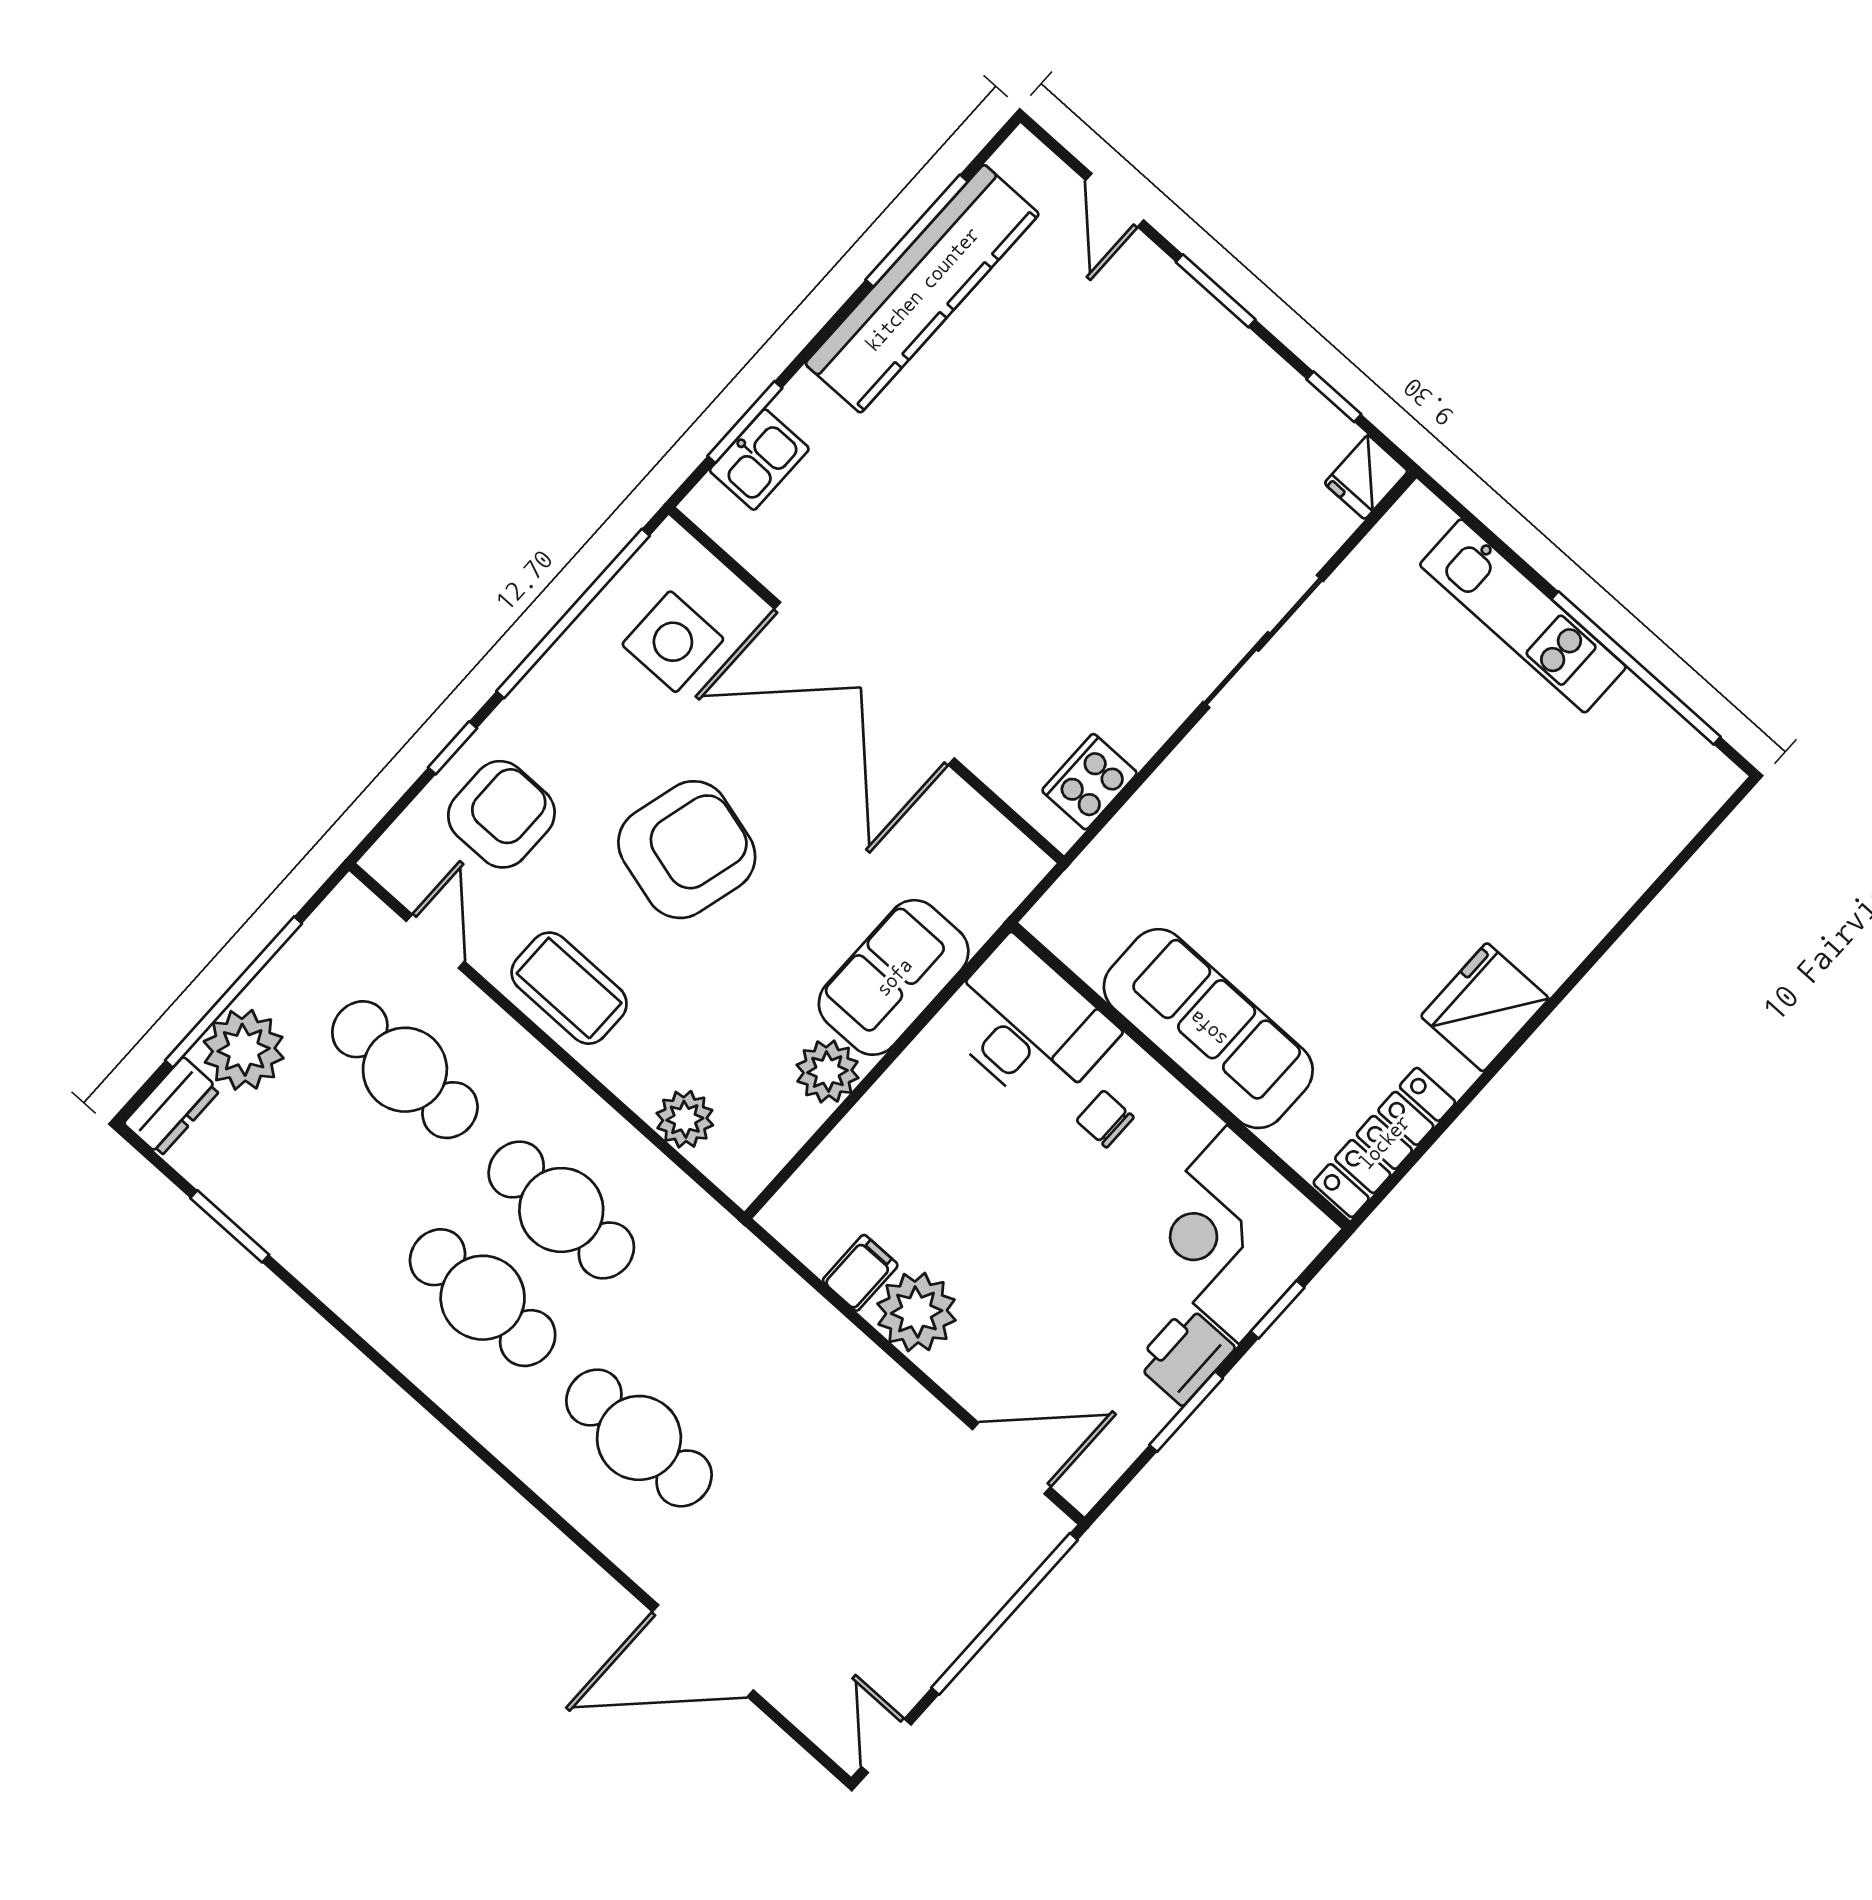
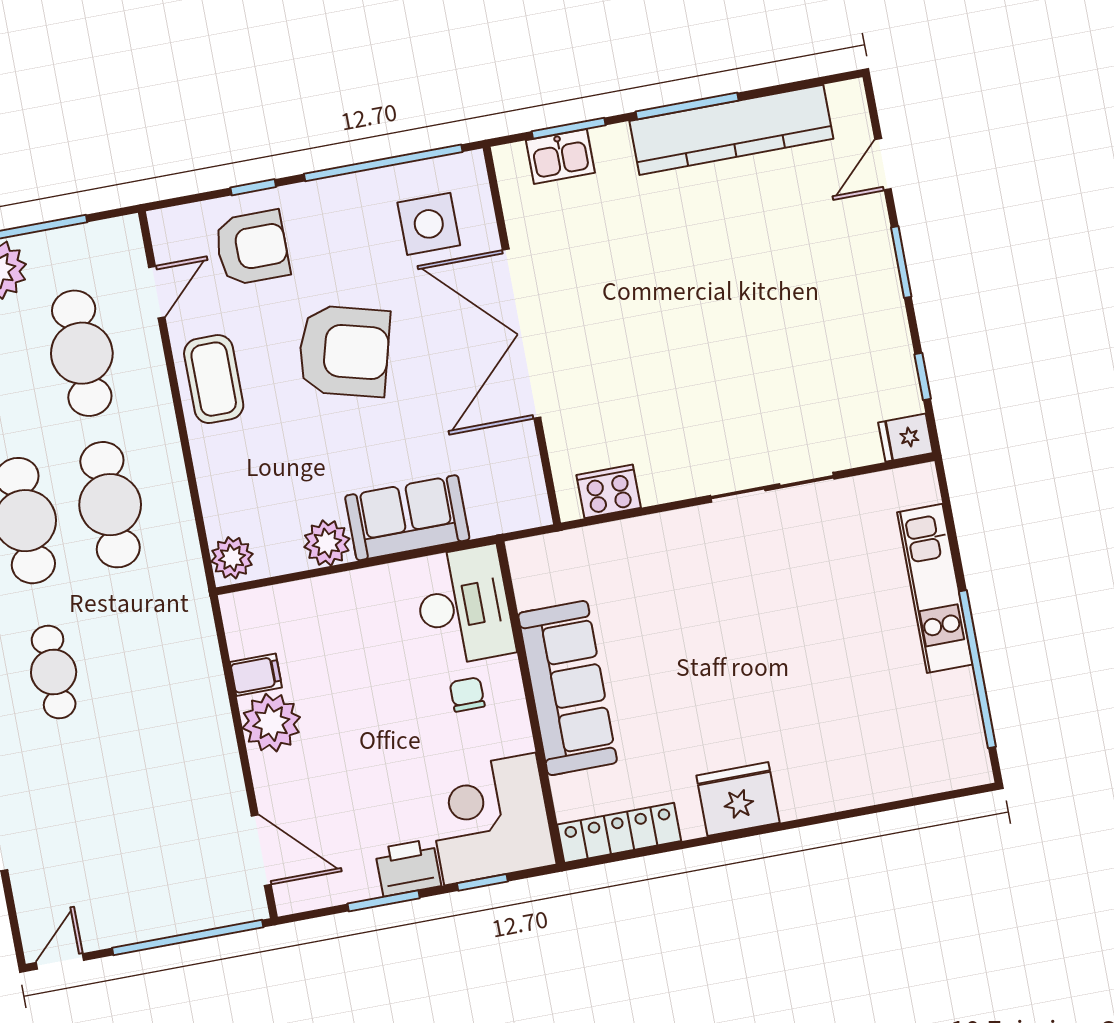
window: (917, 231) -> (687, 106), moved
plant: (685, 1119) -> (232, 558), moved
cafe table: (639, 1438) -> (54, 672), width x0.73, depth x0.74

